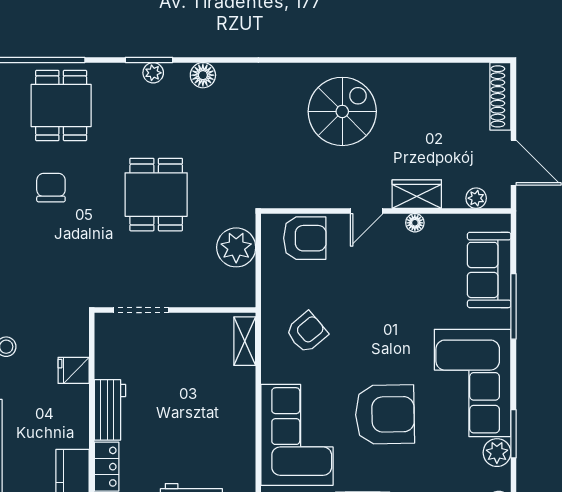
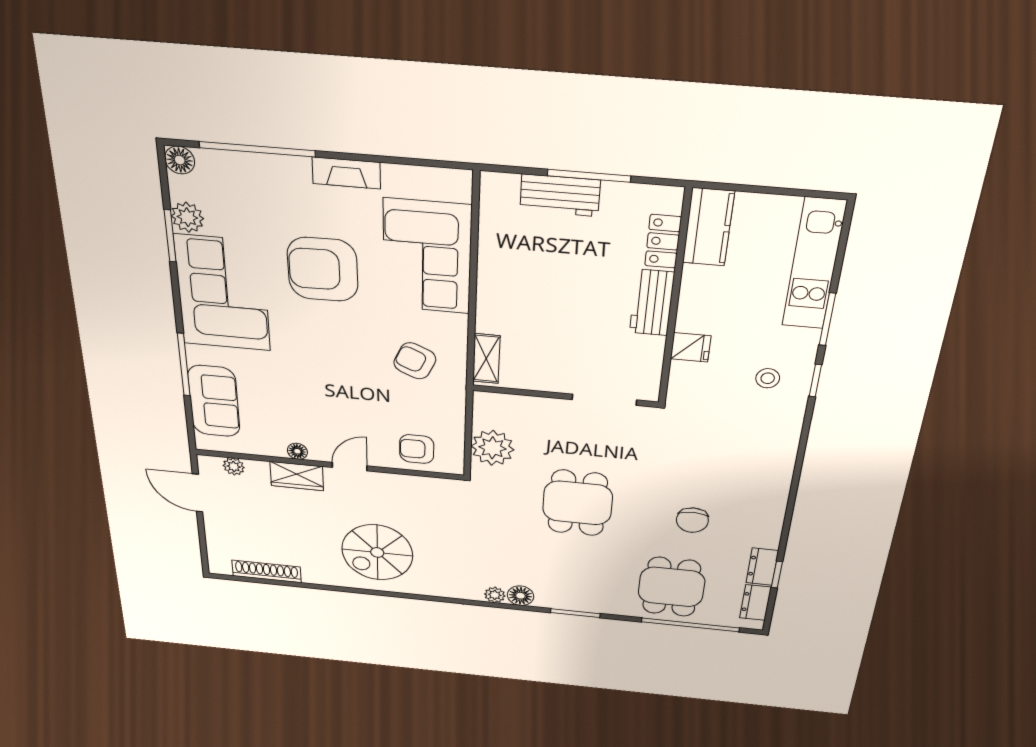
plant: (153, 73) -> (495, 595), moved
shoe rack: (500, 96) -> (267, 571), moved, turned -90
armchair: (305, 238) -> (417, 449), width x0.72, depth x0.72
armchair: (307, 332) -> (415, 361), turned 64

